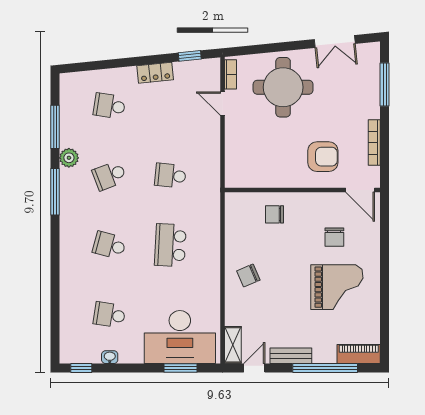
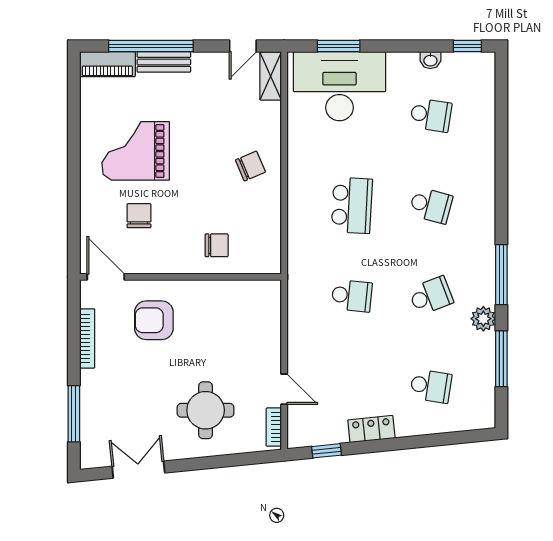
round table: (283, 87) -> (206, 410), width x0.73, depth x0.73
bench: (291, 356) -> (164, 62), moved

